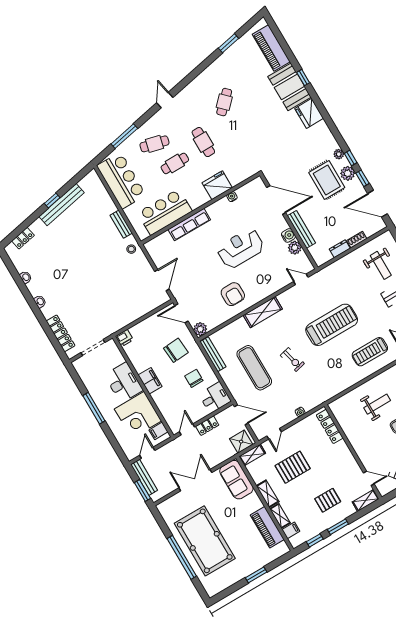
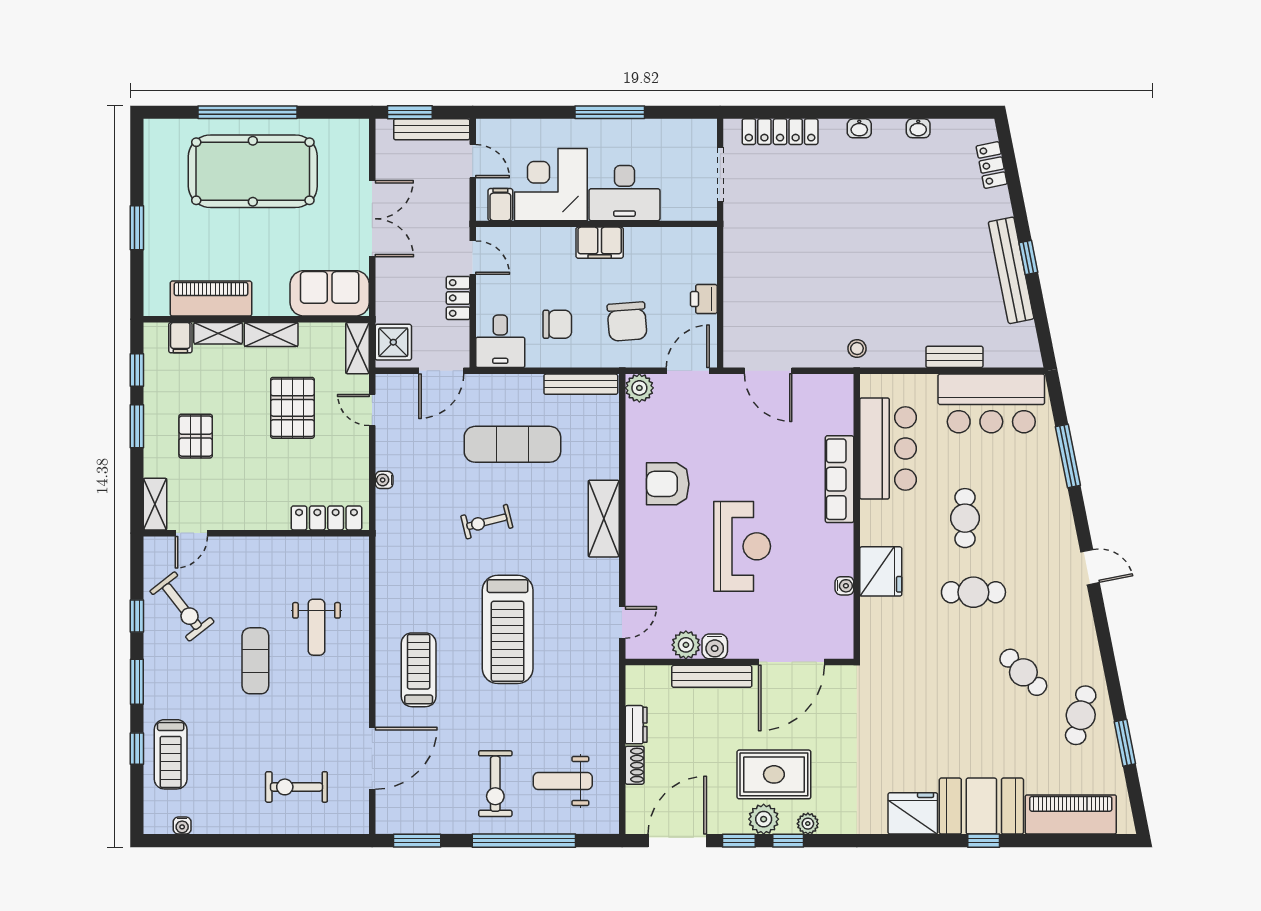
cafe table: (154, 144) -> (1081, 715), moved
bench: (121, 224) -> (954, 357), moved
printer: (124, 338) -> (704, 299), moved

